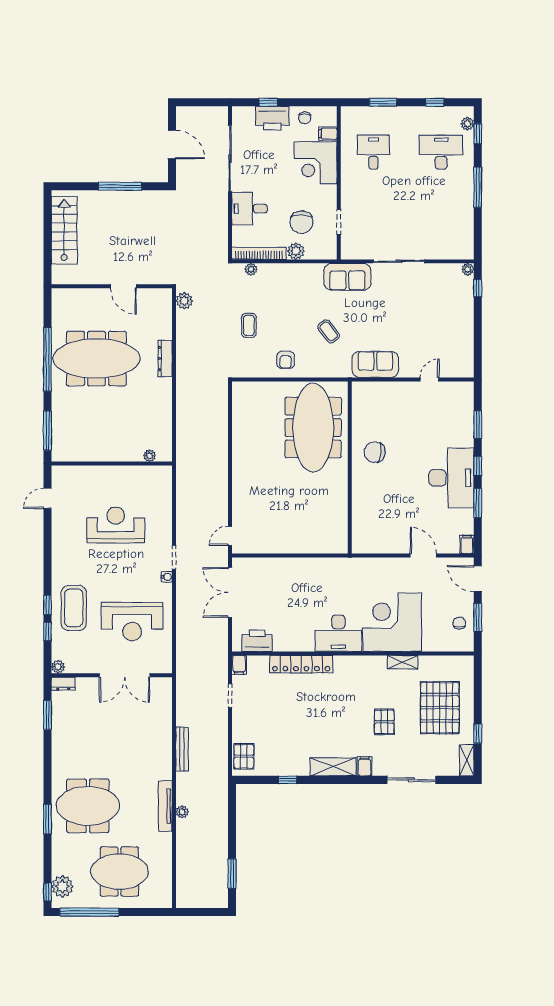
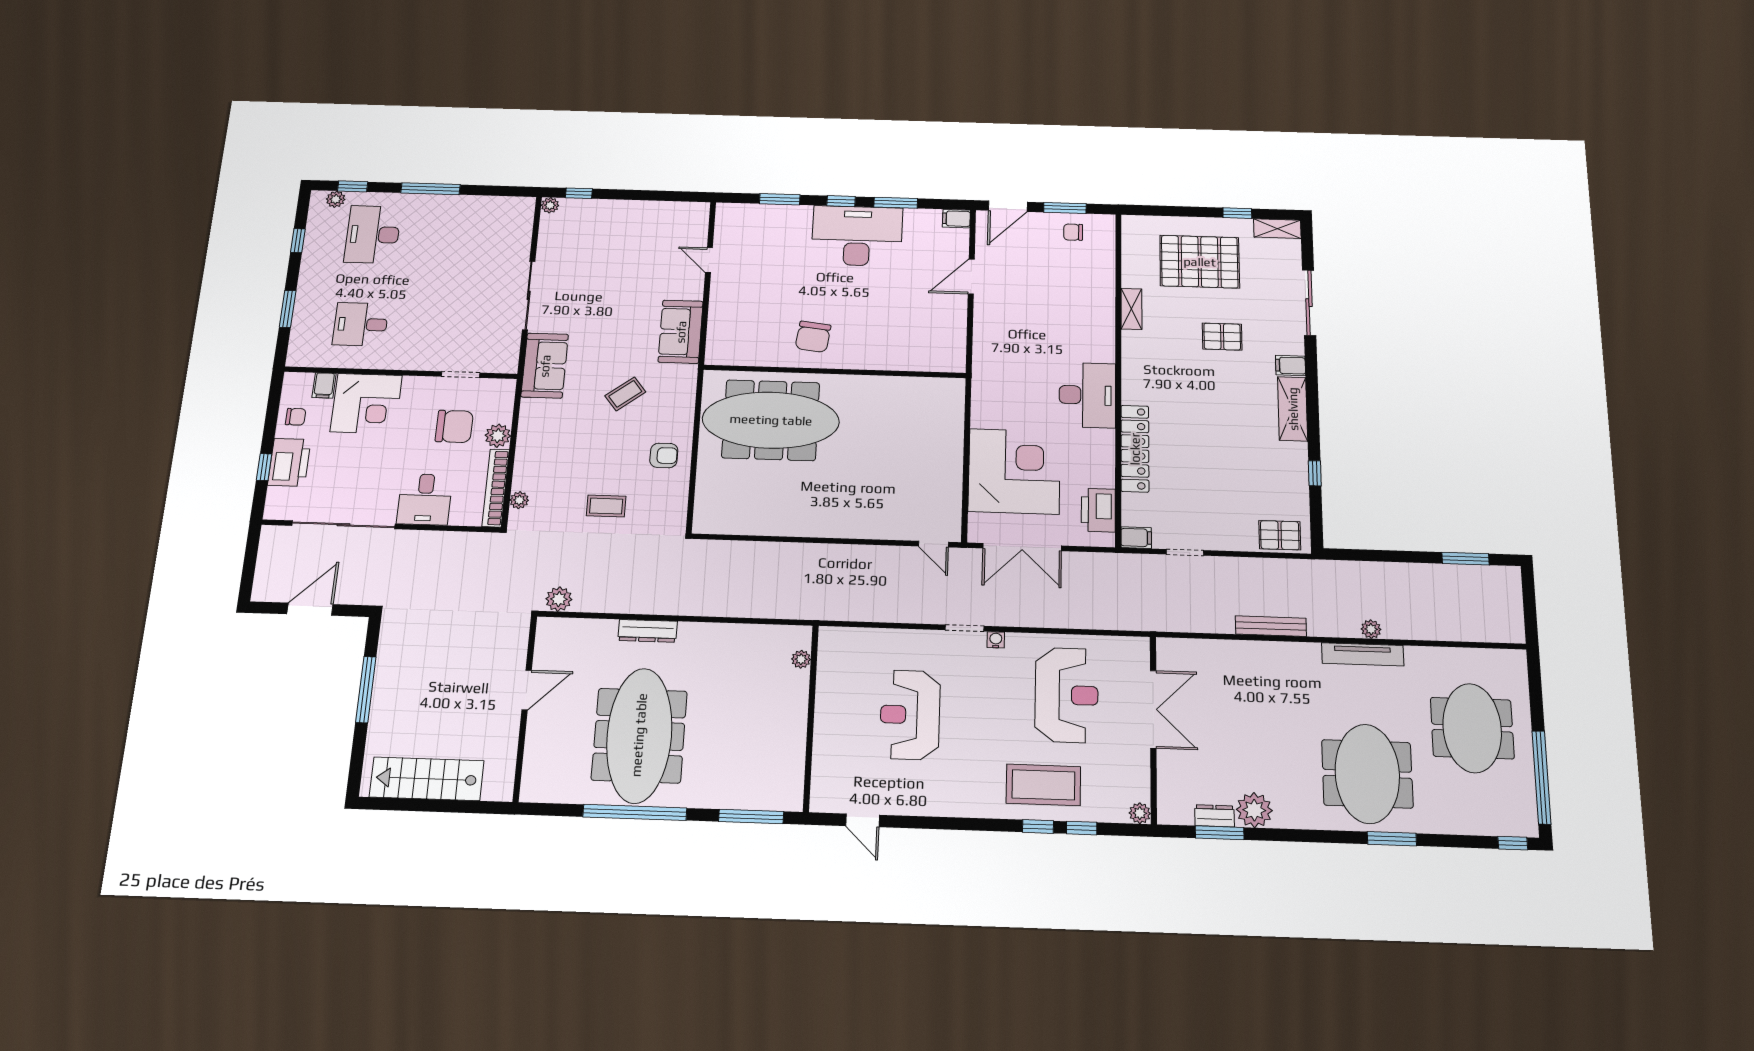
corner desk: (392, 622) -> (1014, 471), moved, turned 180
dresser: (63, 684) -> (1215, 816), moved, turned -90
plant: (62, 886) -> (1254, 810), moved

